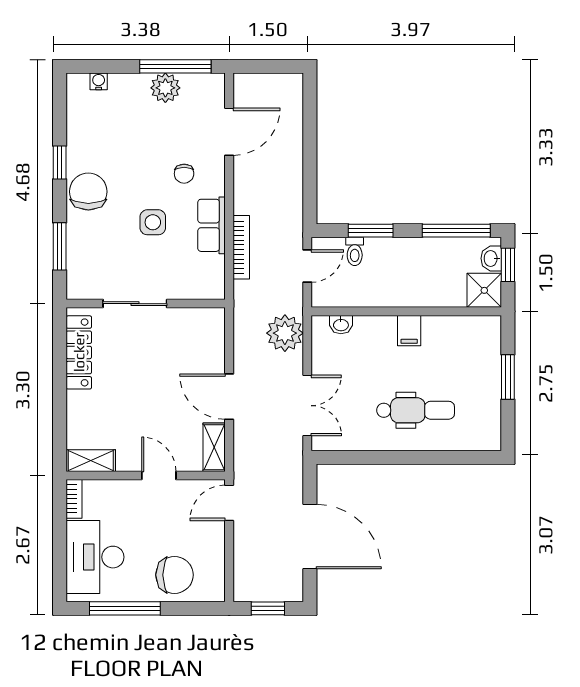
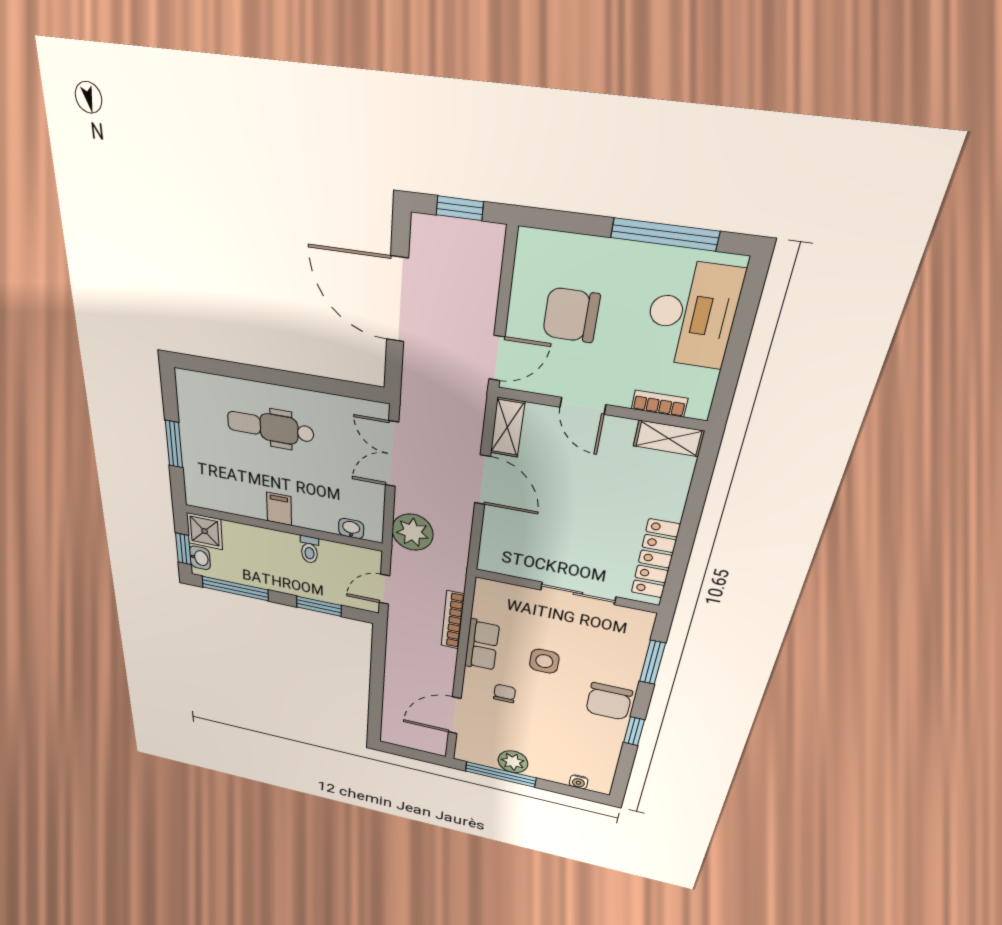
toilet: (355, 251) -> (309, 550), moved, turned 180
bookcase: (74, 499) -> (659, 404), moved, turned 90
chair: (175, 575) -> (571, 315), moved

